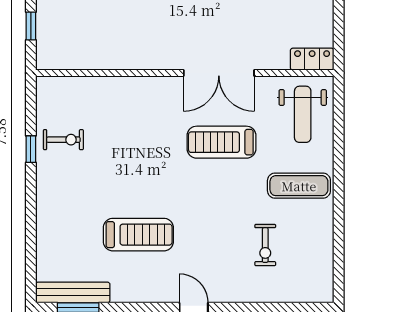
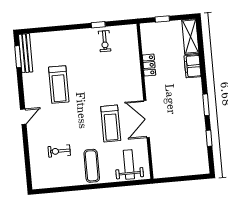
locker: (312, 59) -> (149, 65), moved
weight bench: (303, 114) -> (129, 164), turned 90
treadmill: (222, 142) -> (111, 124), turned 180

